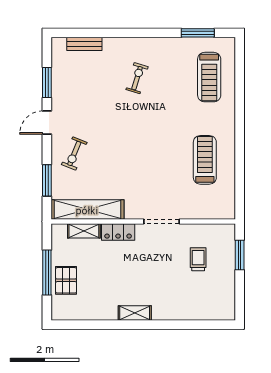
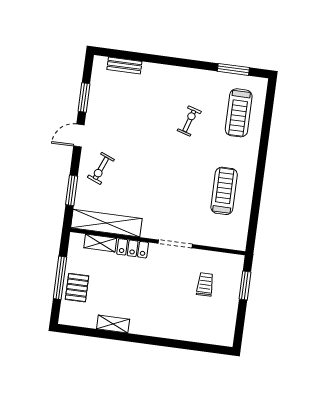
exercise bike: (137, 78) -> (189, 121), moved
shelving: (135, 313) -> (113, 324), moved

